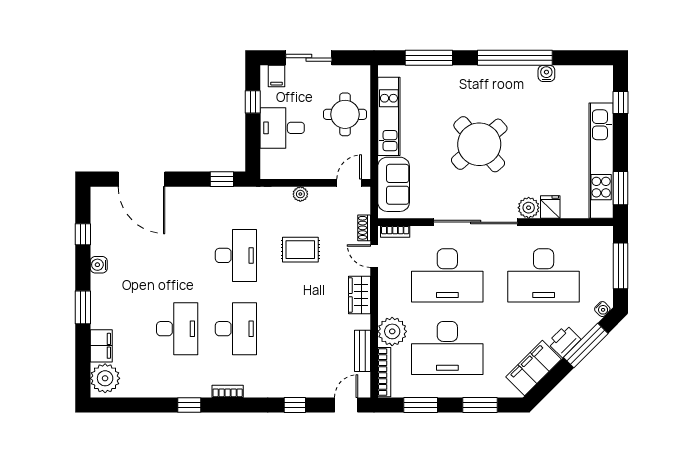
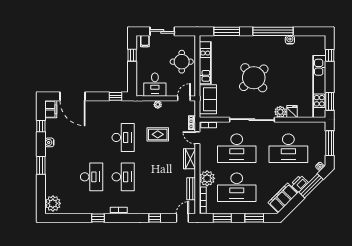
desk: (282, 128) -> (155, 85), moved, turned -90
filing cabinet: (101, 346) -> (51, 109), moved

